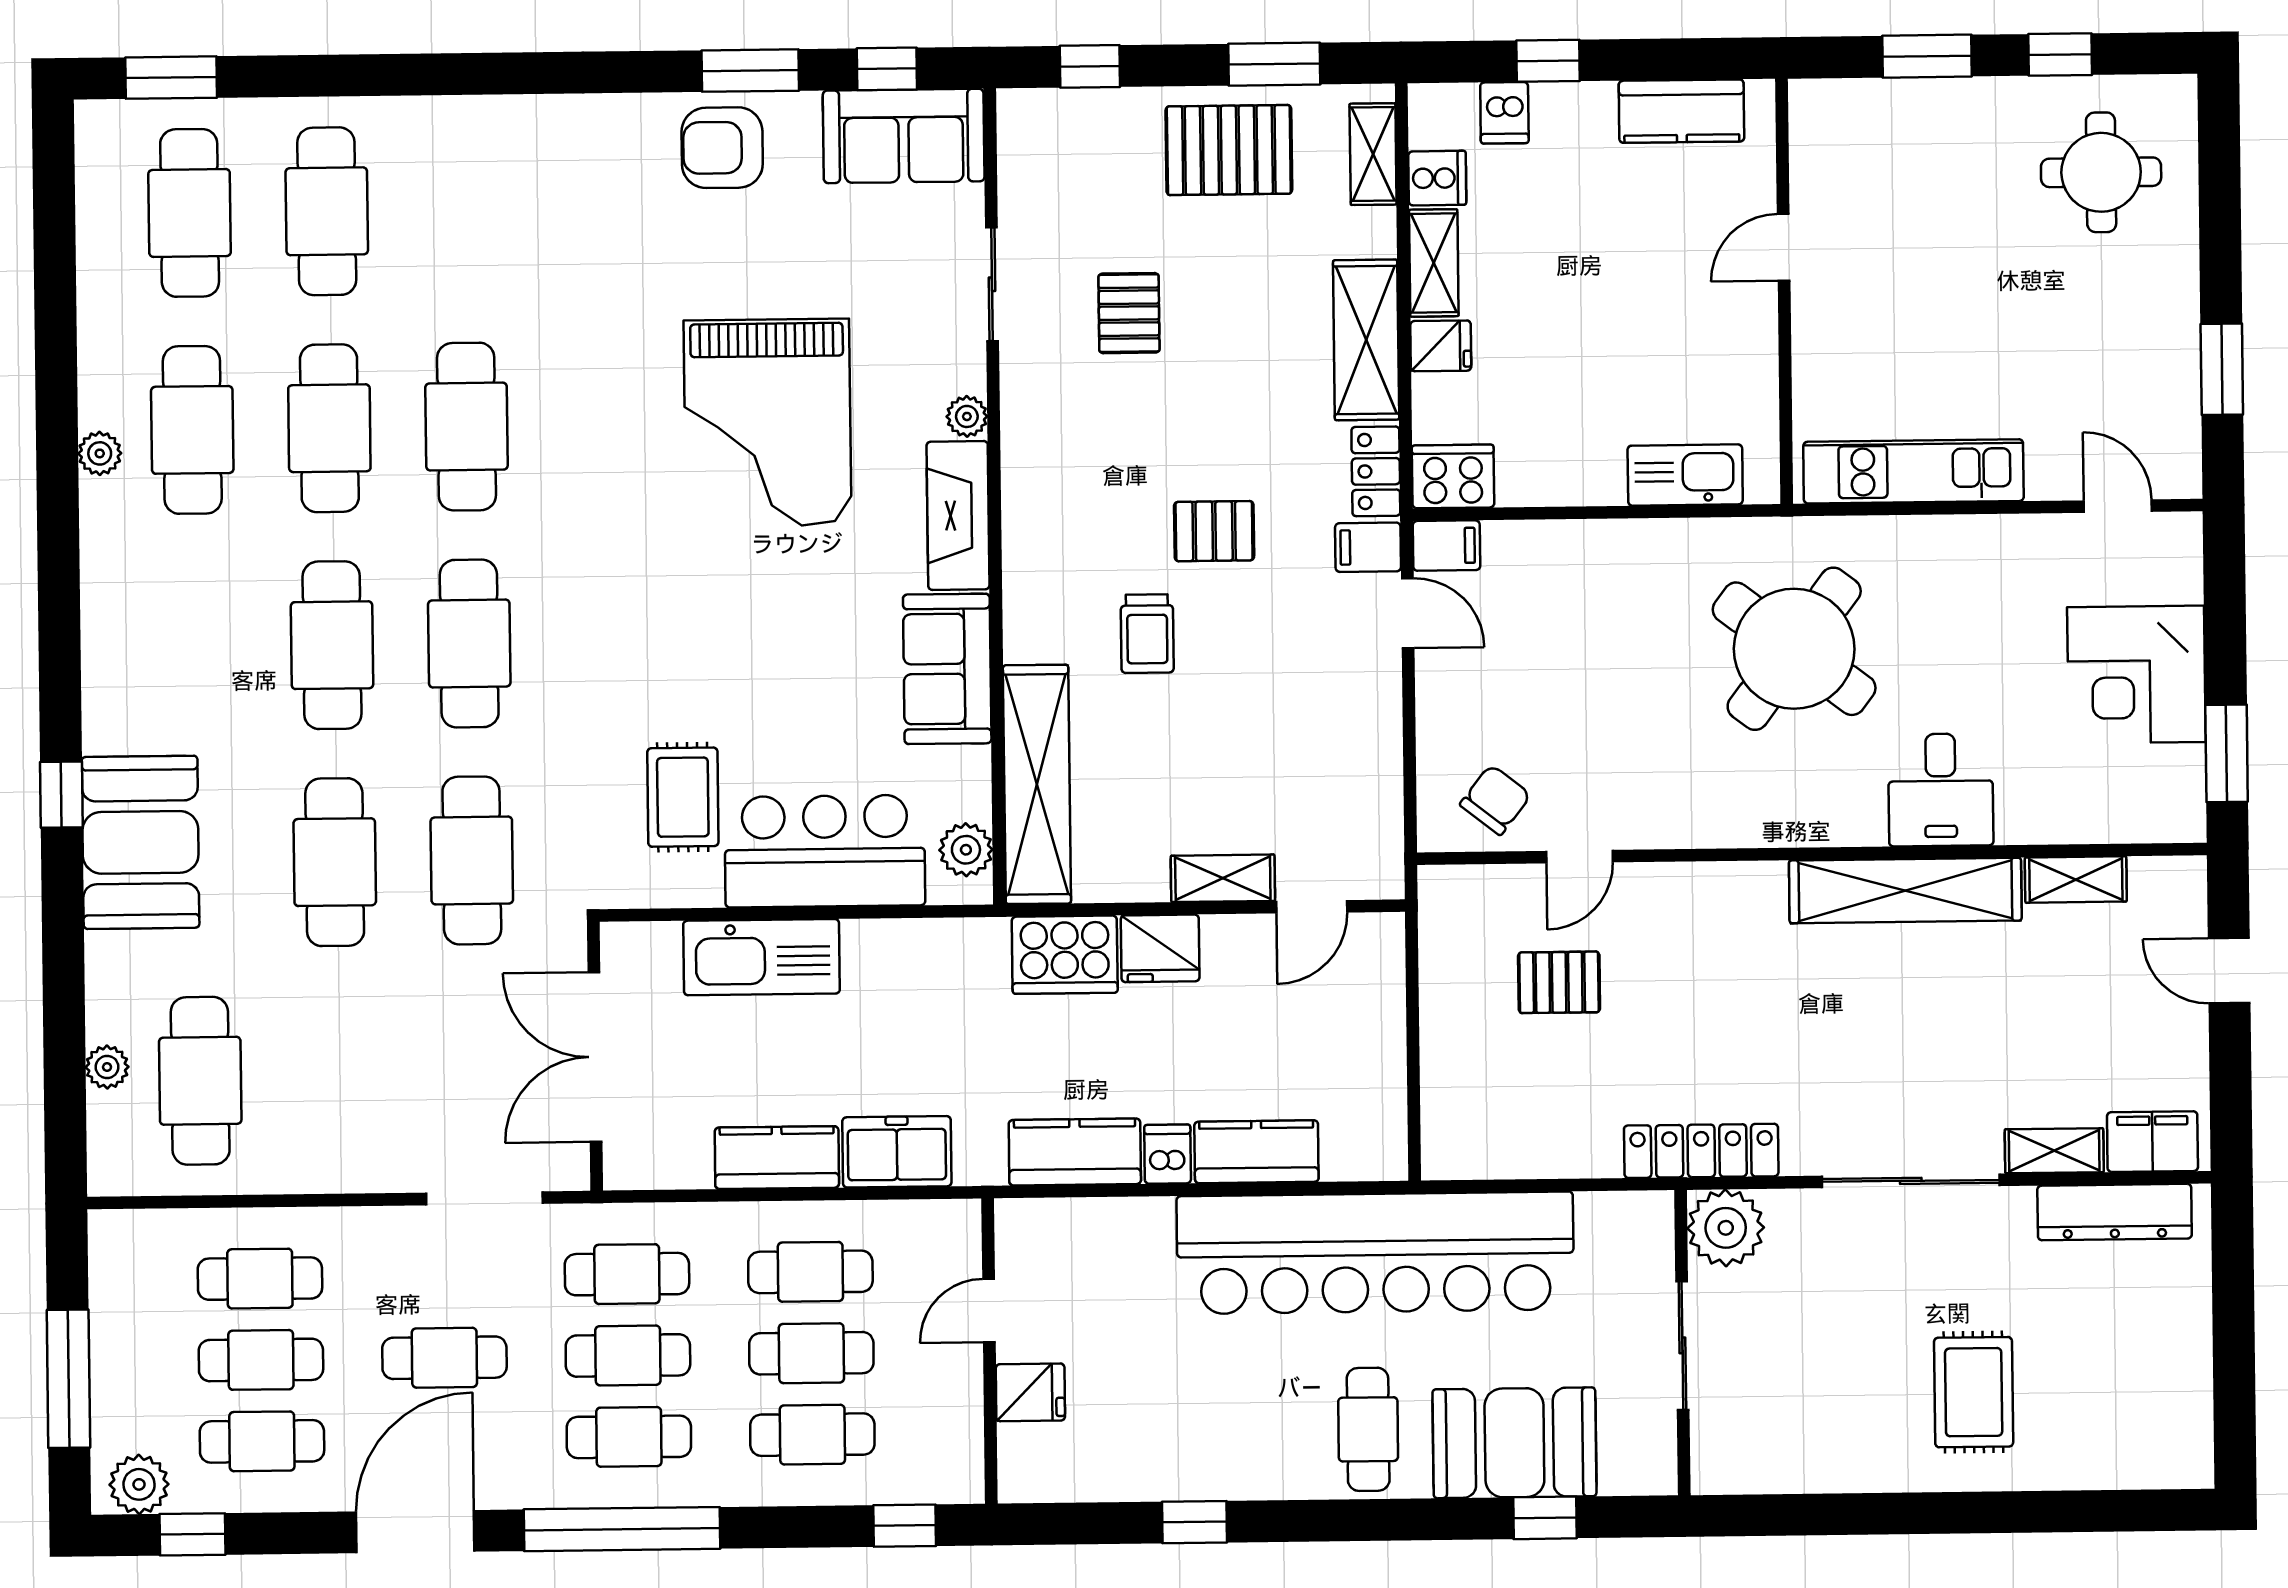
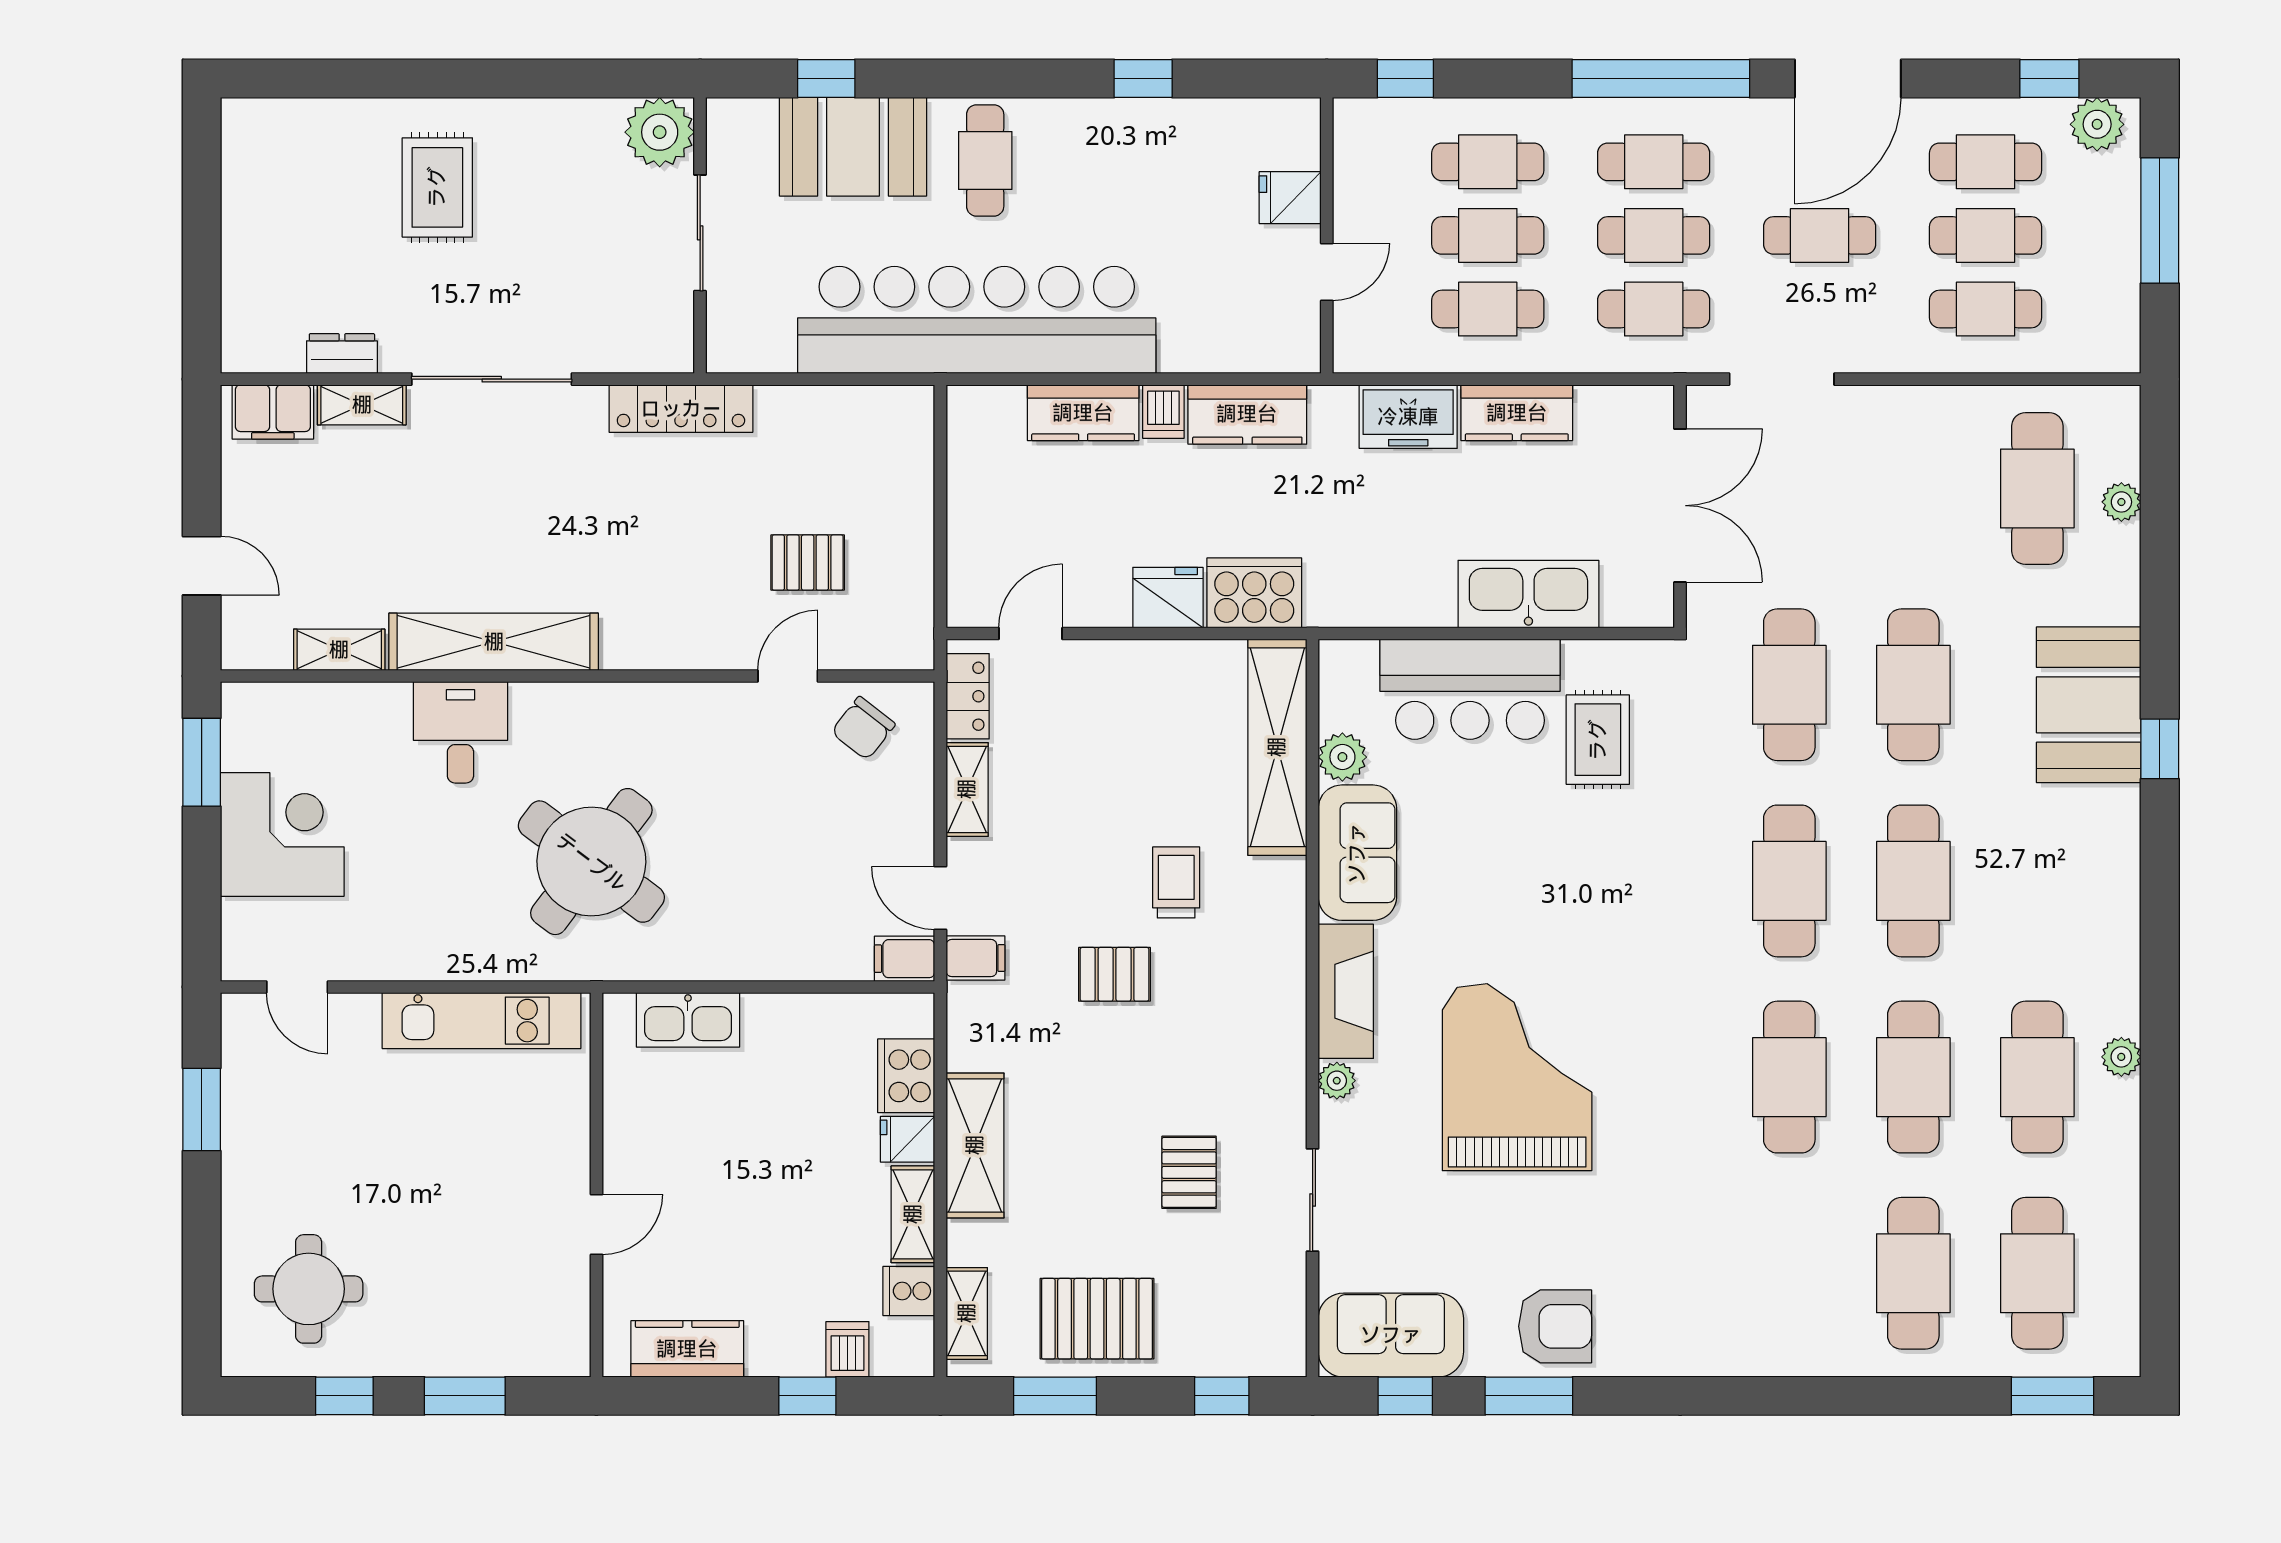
locker: (1376, 471) -> (968, 696), moved
cooker: (1453, 476) -> (906, 1076), moved, turned 90
plant: (966, 850) -> (1342, 757), moved
shelving: (1223, 878) -> (967, 789), moved, turned 90
dresser: (2115, 1212) -> (342, 354), width x0.51, depth x0.80
plant: (1726, 1228) -> (660, 132), moved

